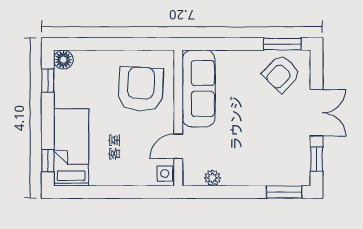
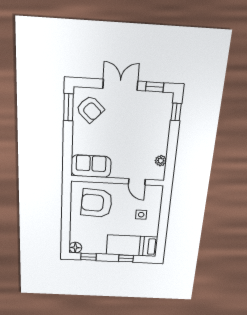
sofa: (199, 88) -> (91, 166), width x0.73
window: (48, 161) -> (126, 258), moved
side table: (165, 174) -> (141, 215), moved
window: (284, 192) -> (176, 112), width x0.67

